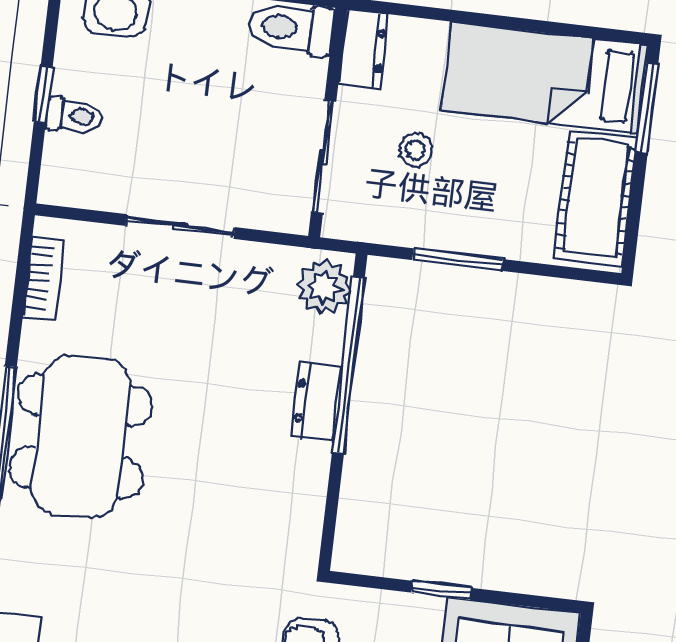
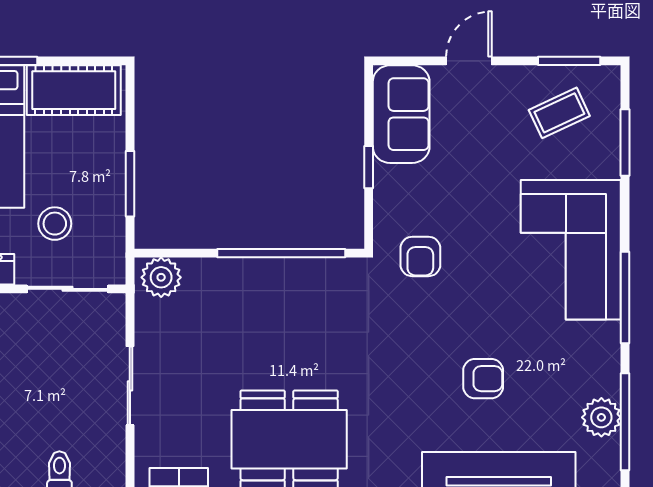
stool: (415, 150) -> (55, 224), width x1.37, depth x1.37
window: (348, 365) -> (281, 253), moved
dresser: (317, 402) -> (244, 273), removed

